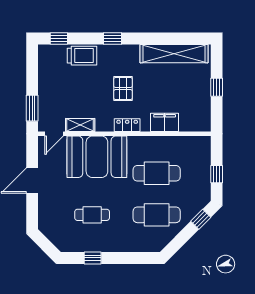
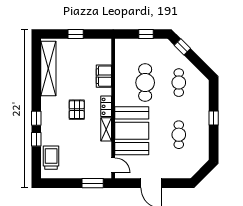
window: (59, 39) -> (36, 139), moved
trolley: (82, 56) -> (51, 158), moved
pallet: (123, 89) -> (77, 110), turned 90
shelving: (80, 125) -> (106, 129), moved
cafe table: (157, 215) -> (179, 83), width x0.73, depth x0.74
window: (93, 258) -> (214, 118), moved

